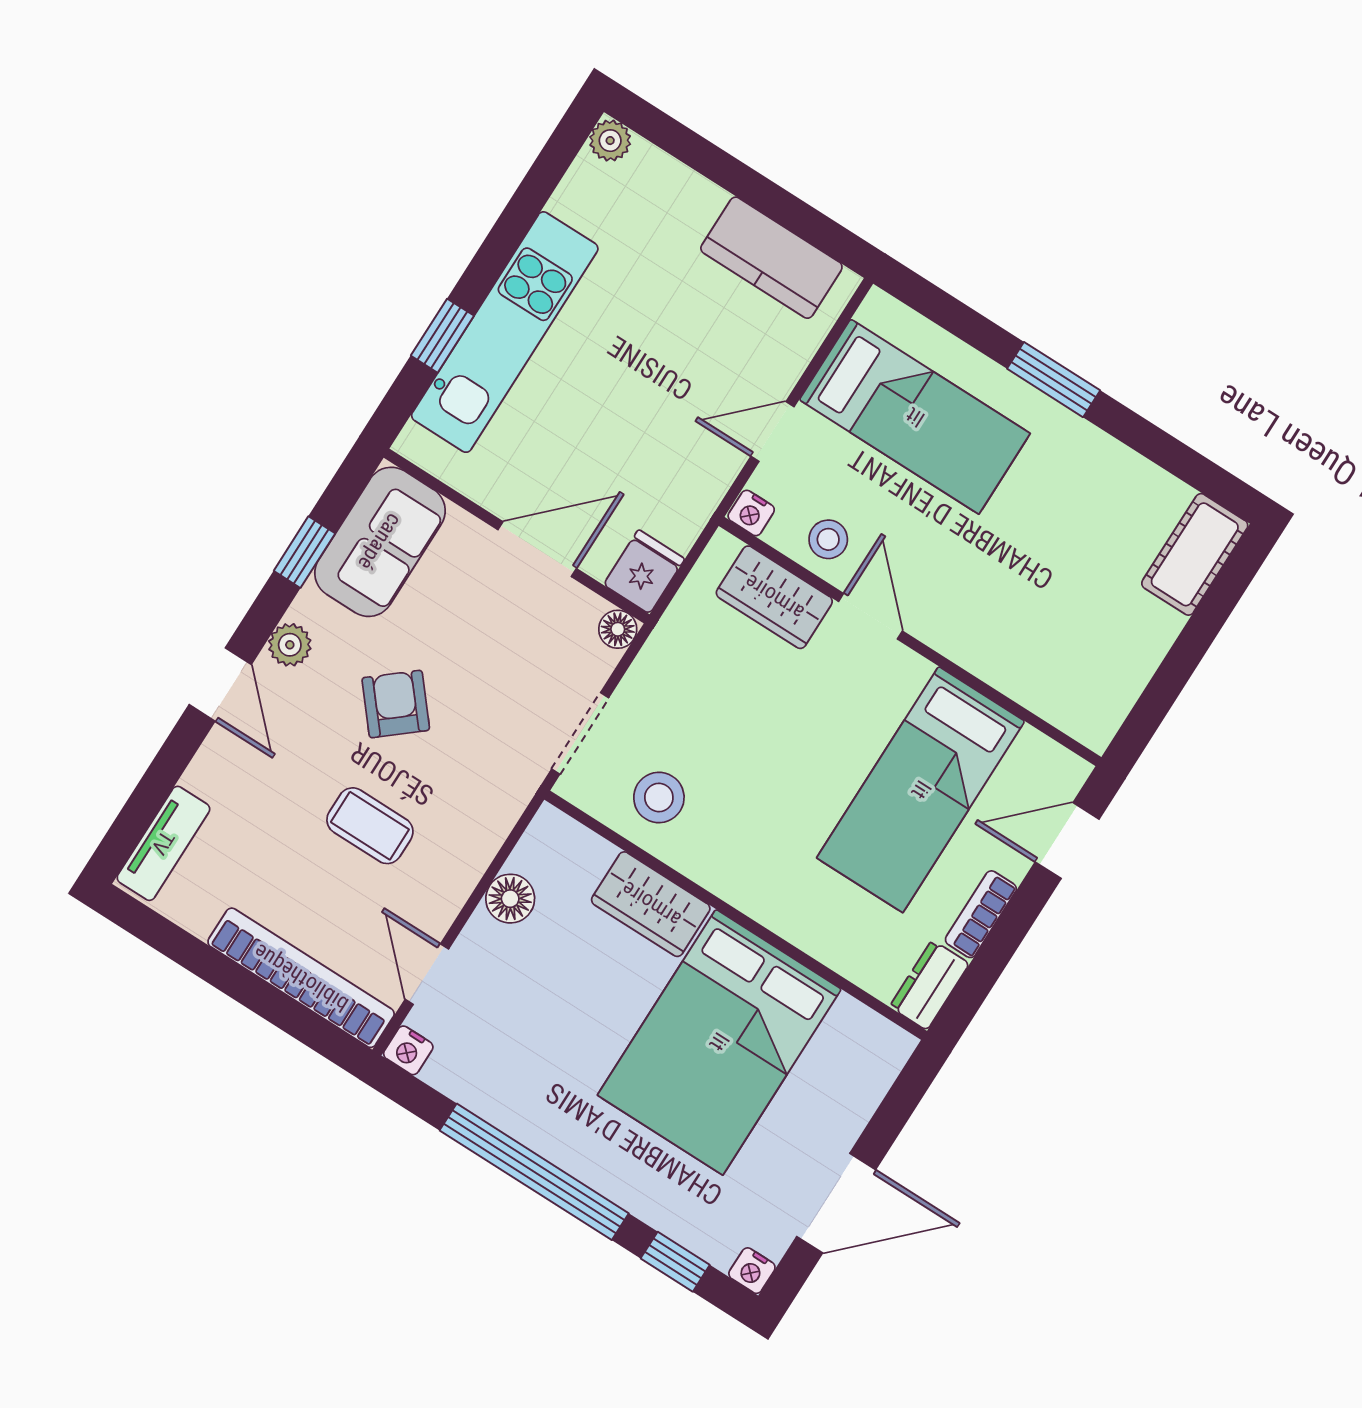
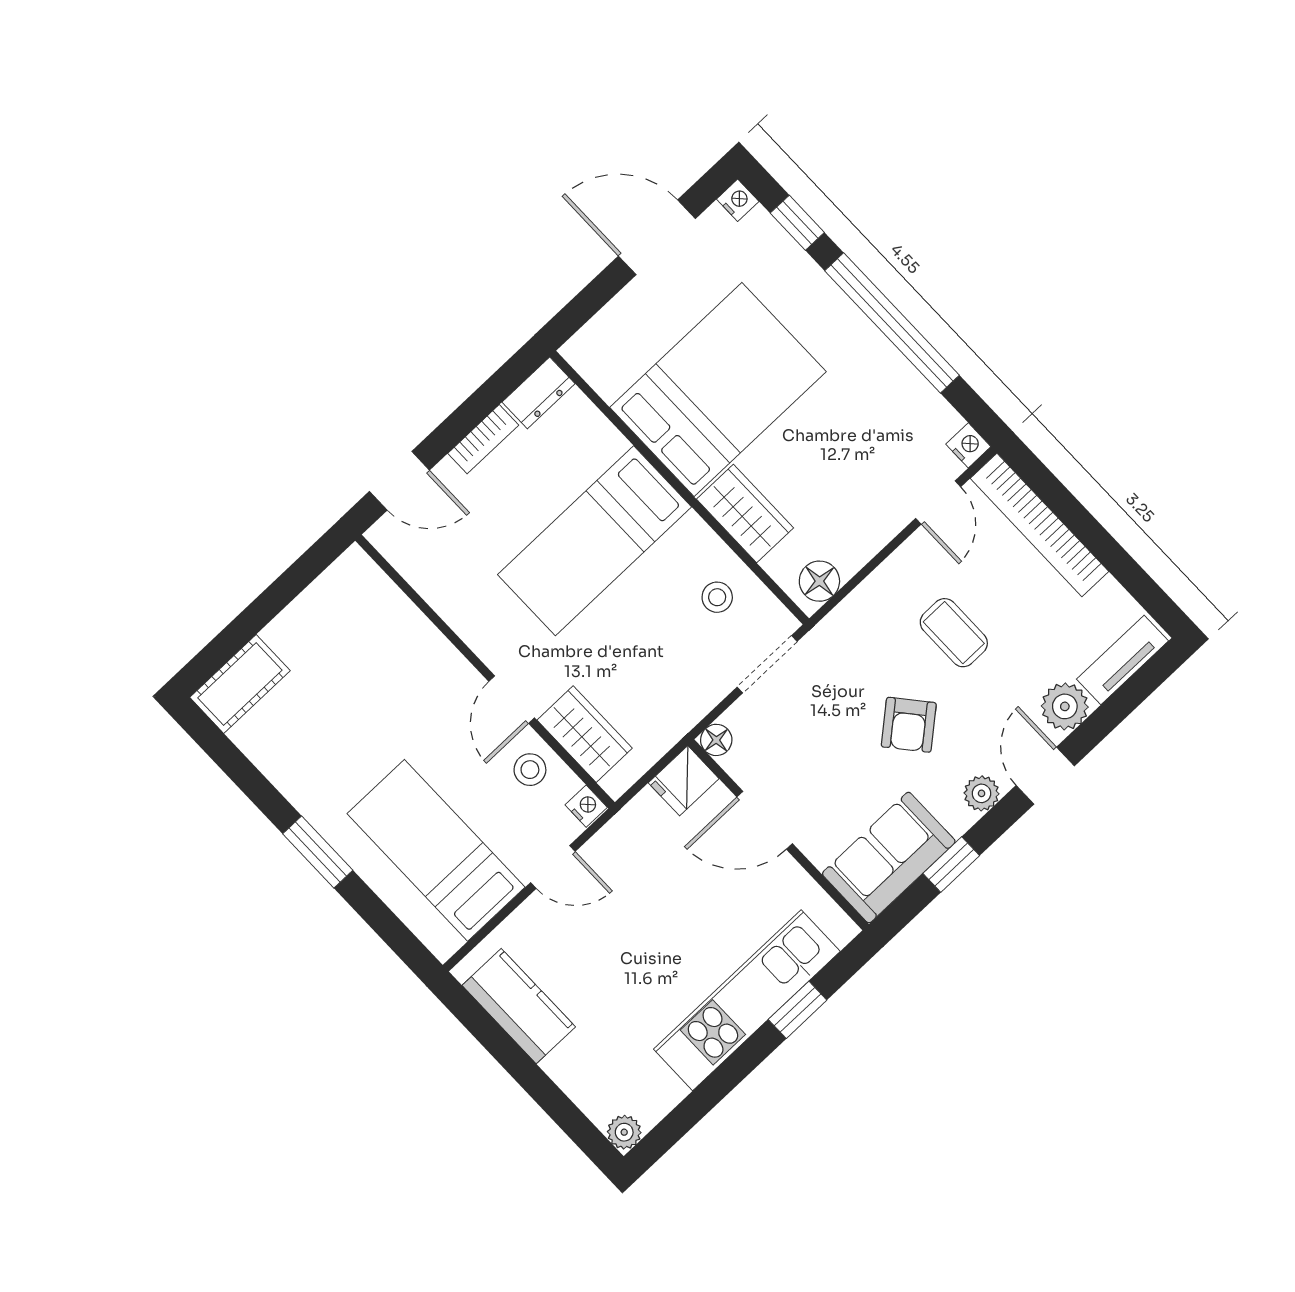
plant: (218, 772) -> (1065, 706), added
bed: (921, 790) -> (595, 541), moved, turned 180
stool: (659, 797) -> (717, 597), width x0.73, depth x0.73
floor lamp: (510, 899) -> (819, 581), moved

